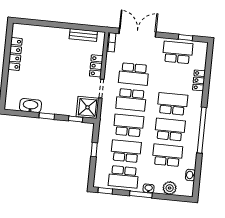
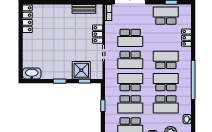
locker: (15, 54) -> (27, 19), moved
washbasin: (30, 106) -> (32, 73), moved
shower: (87, 107) -> (81, 70), moved
school desk: (126, 151) -> (130, 104), turned 180
school desk: (167, 155) -> (166, 104), turned 180

